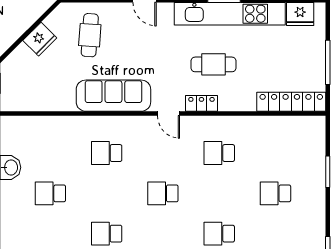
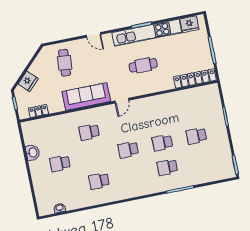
fridge: (40, 39) -> (28, 81), moved
locker: (201, 103) -> (38, 111), moved
door: (169, 114) -> (122, 101), hinge flipped
school desk: (219, 153) -> (162, 143), moved

